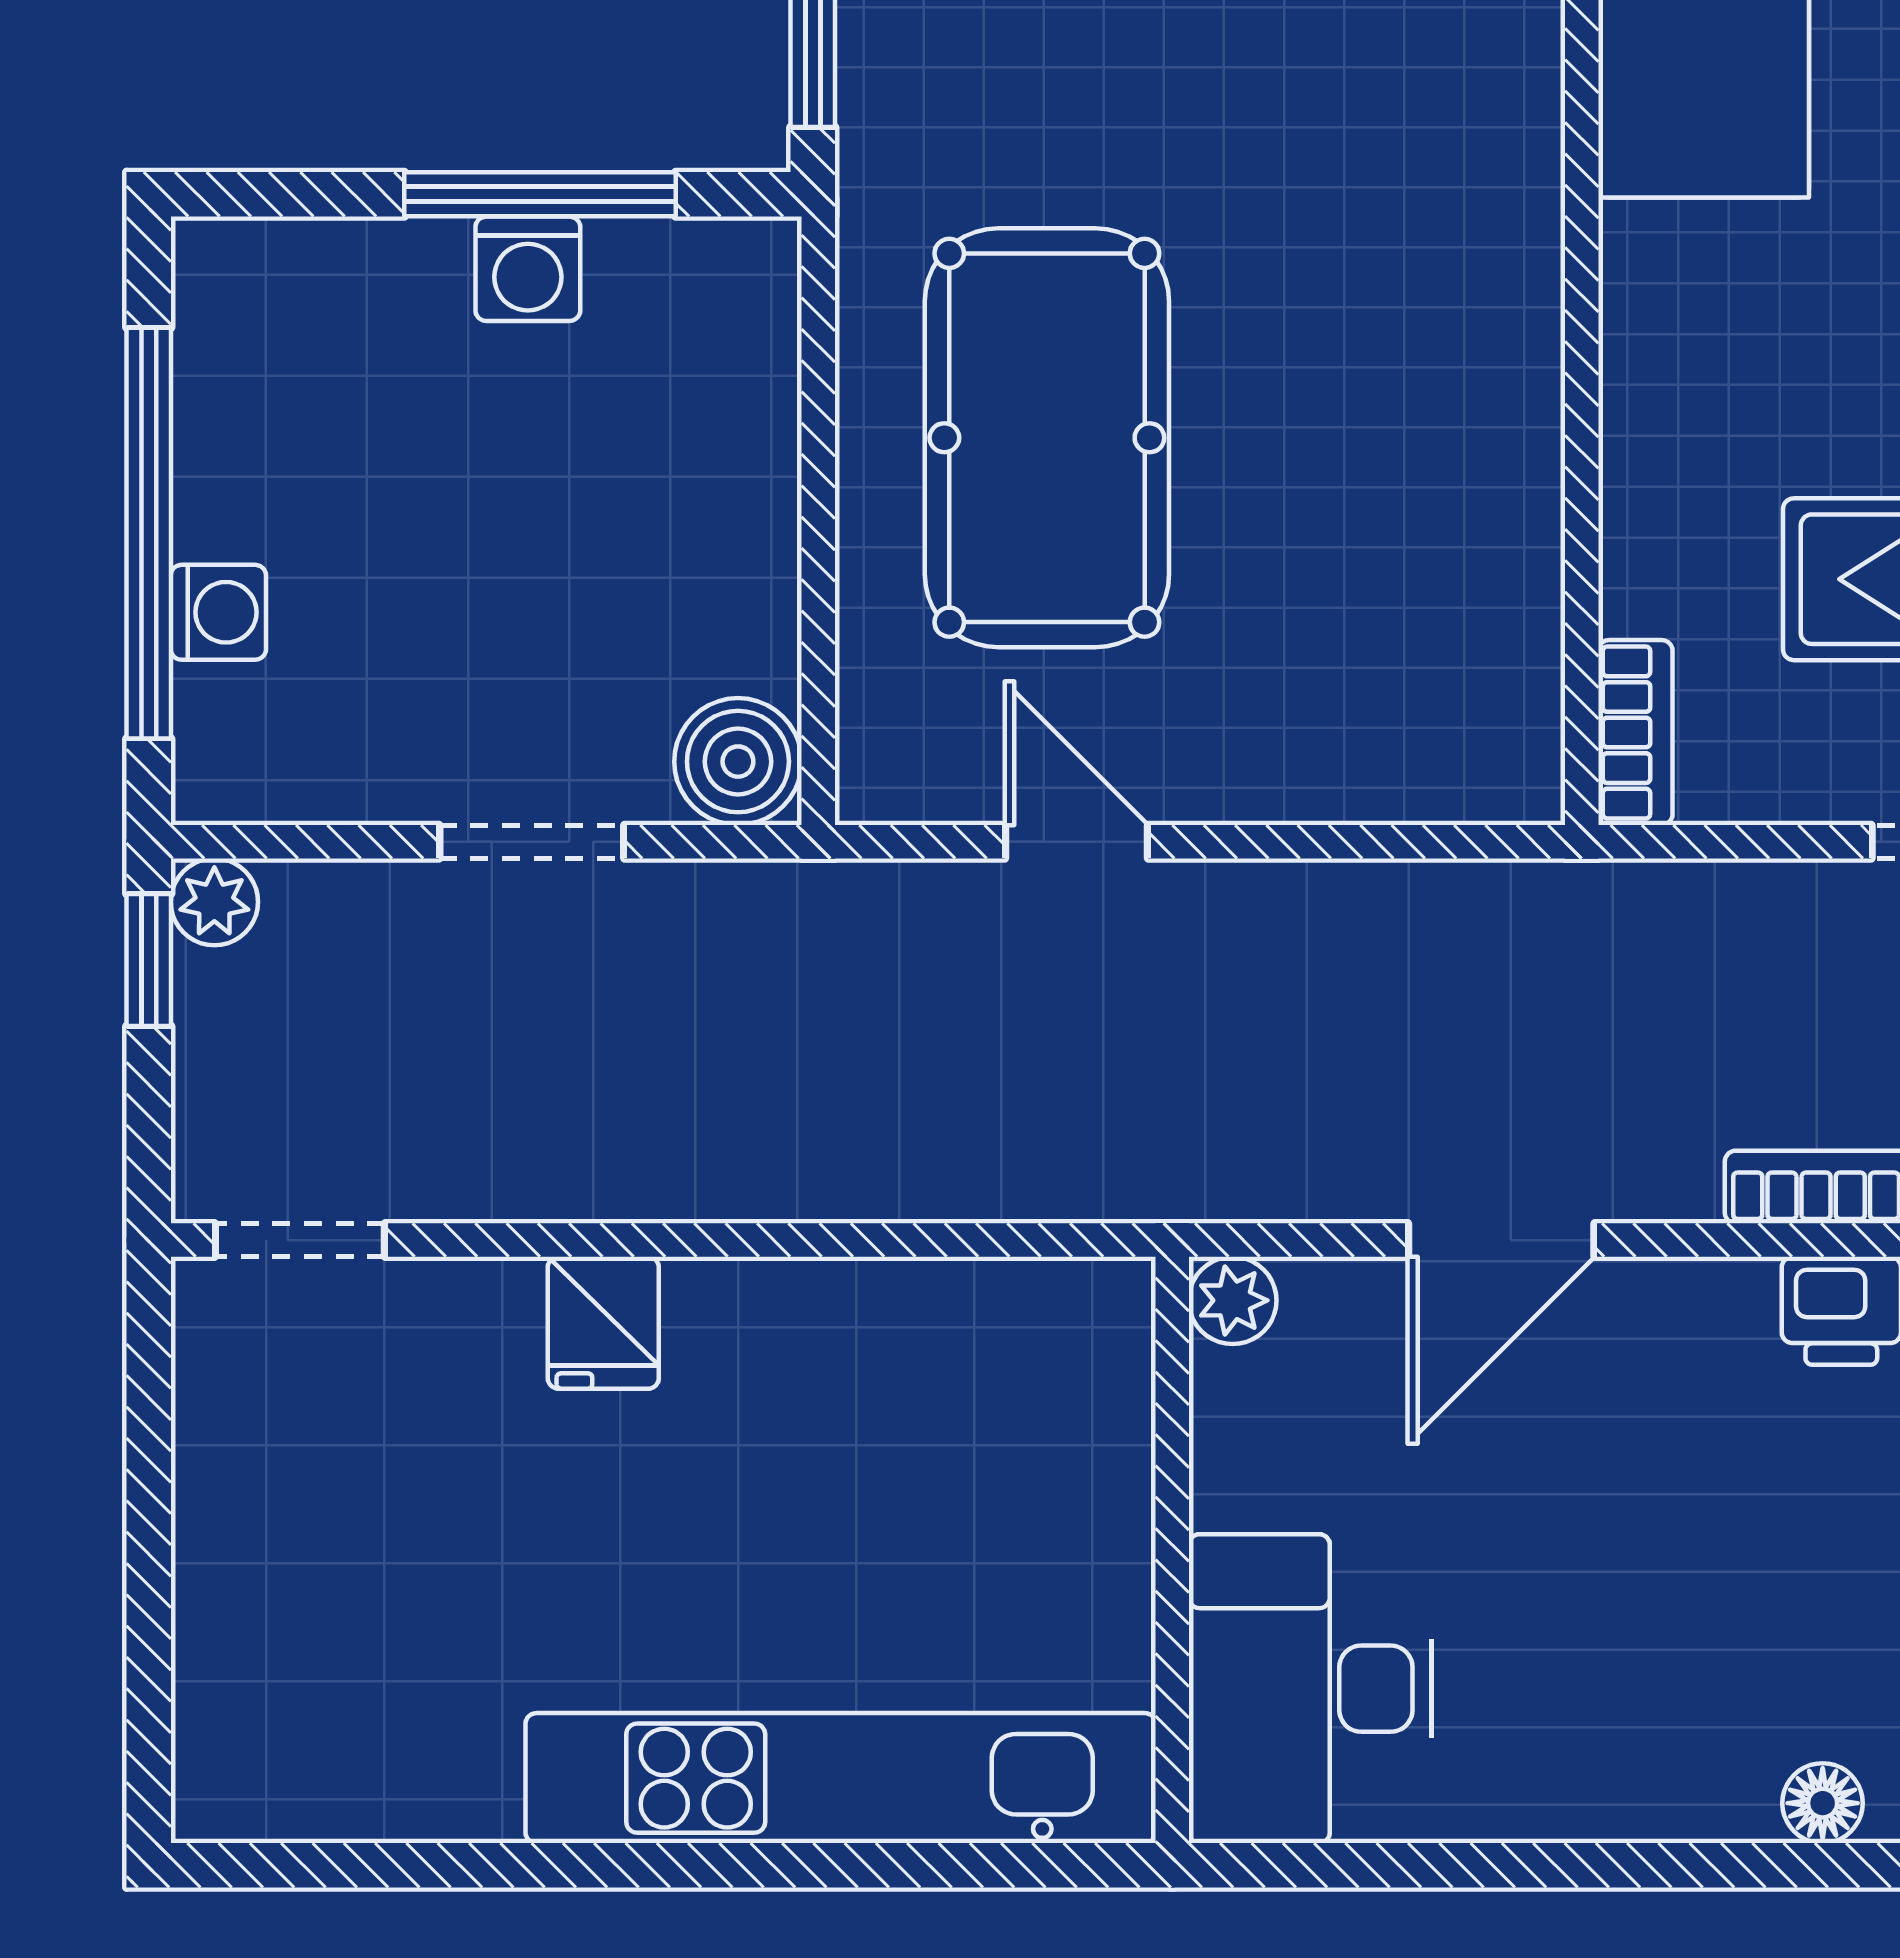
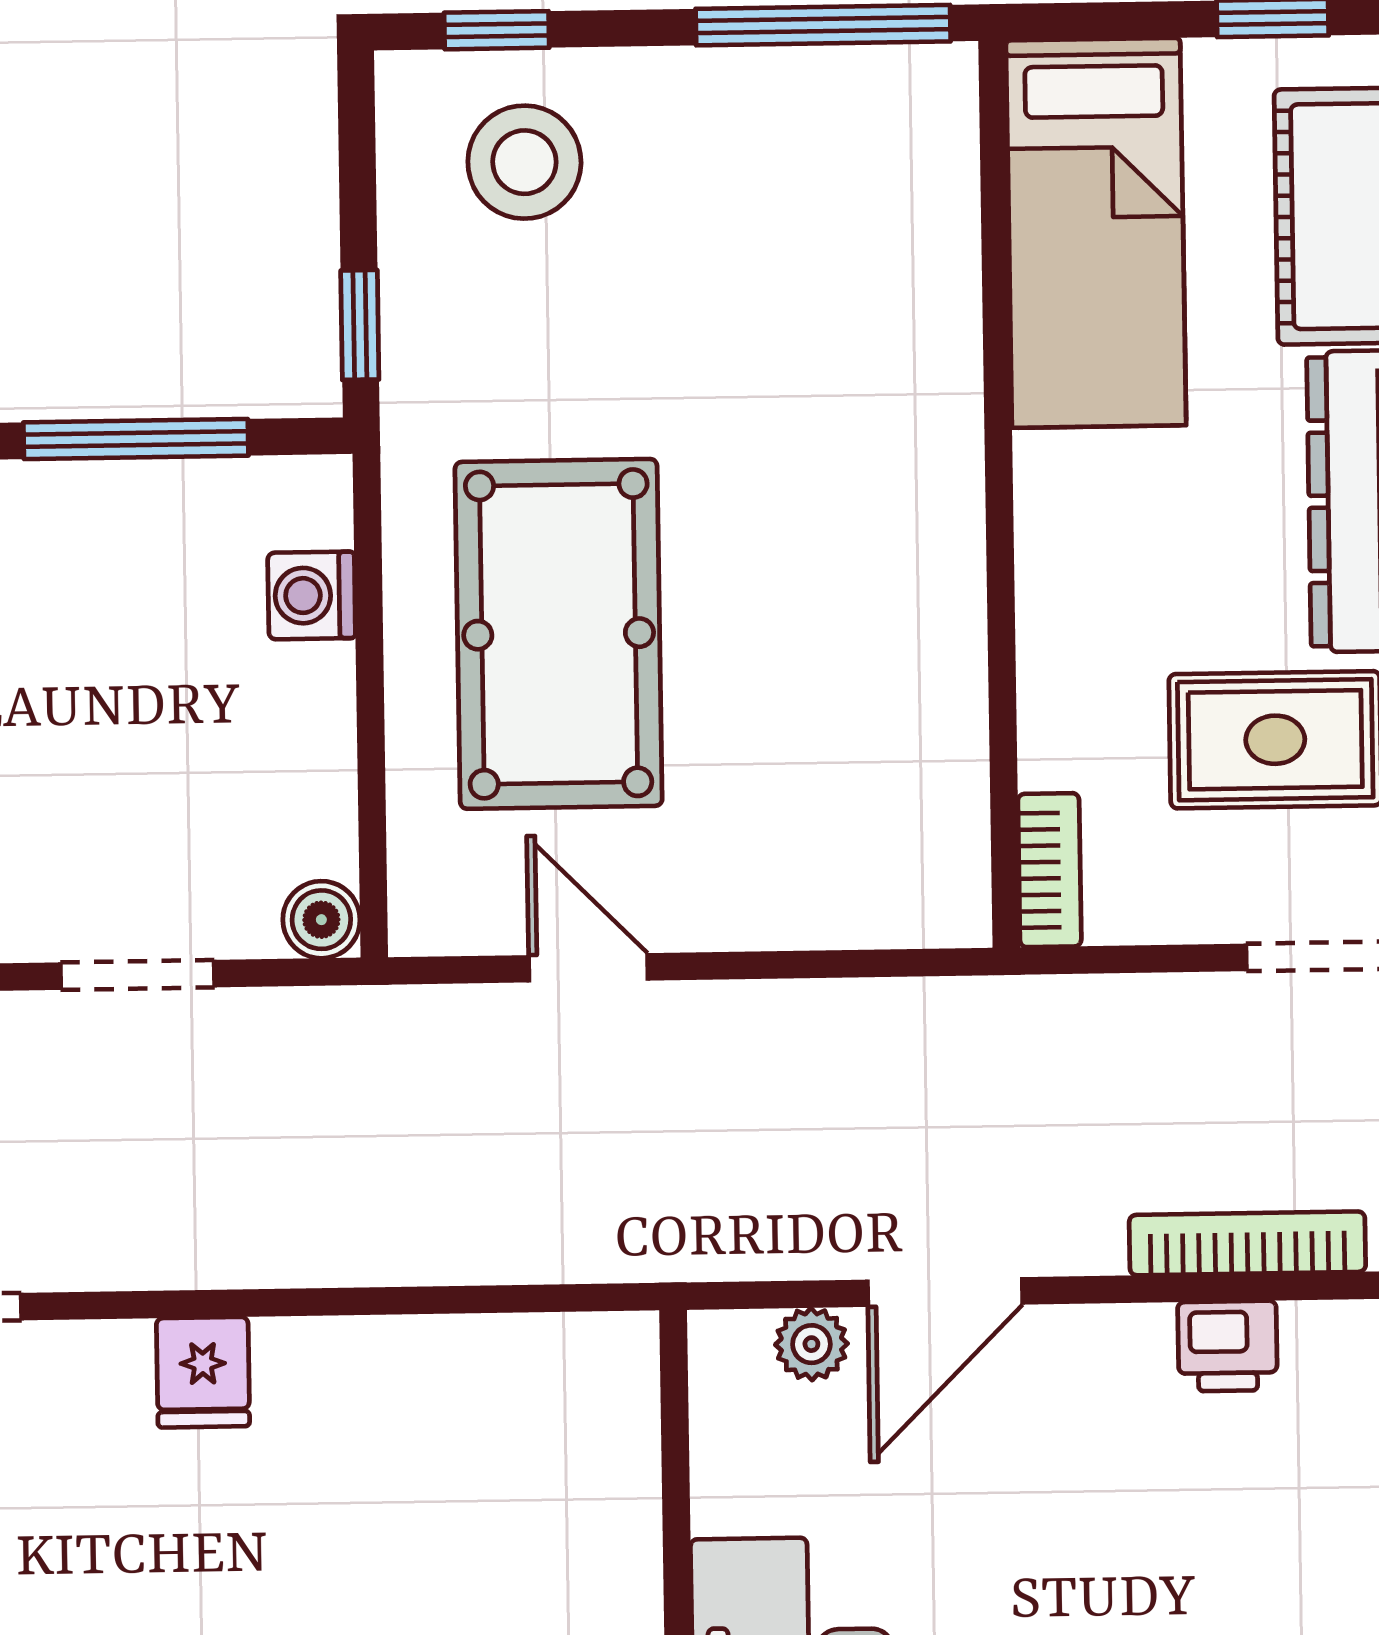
washing machine: (528, 269) -> (312, 595), moved, turned 90
boiler: (738, 762) -> (321, 920), width x0.73, depth x0.73
plant: (1233, 1300) -> (811, 1344), moved

